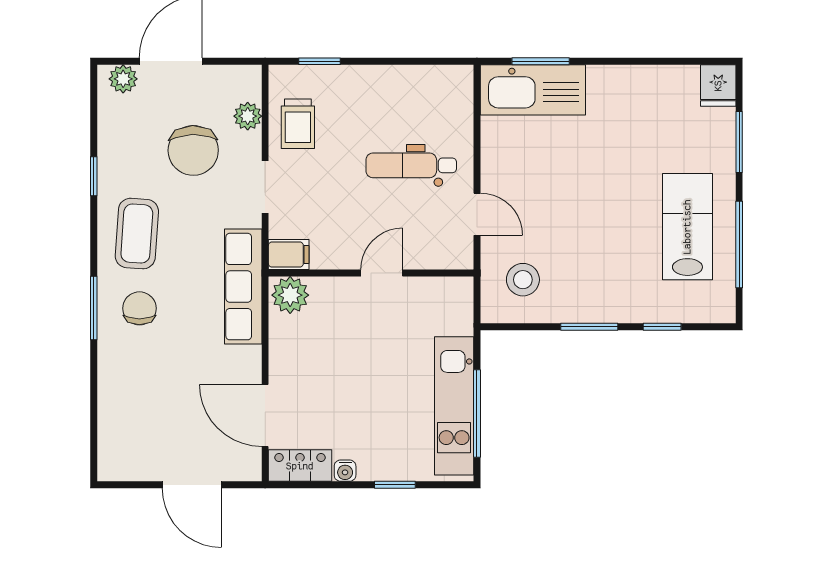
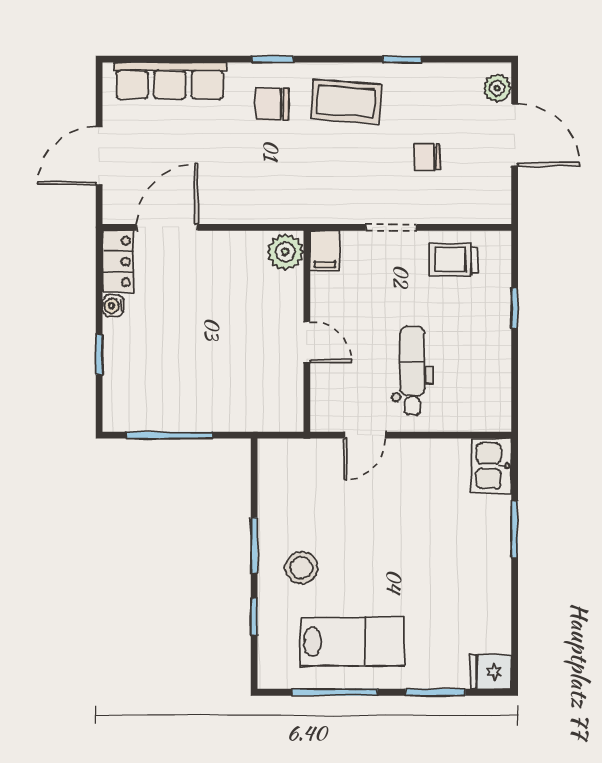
window: (319, 61) -> (515, 308), moved
window: (541, 61) -> (515, 530), moved
kitchen sink: (533, 90) -> (491, 466), width x0.53, depth x0.81
plant: (248, 116) -> (461, 210), removed
chair: (193, 150) -> (427, 157), width x0.54, depth x0.54
stool: (523, 280) -> (301, 568), moved
row of seats: (243, 287) -> (170, 81), moved, turned 180
window: (94, 308) -> (273, 59), width x0.67
chair: (139, 308) -> (272, 104), turned 180
kitchen unit: (454, 406) -> (177, 413), removed

